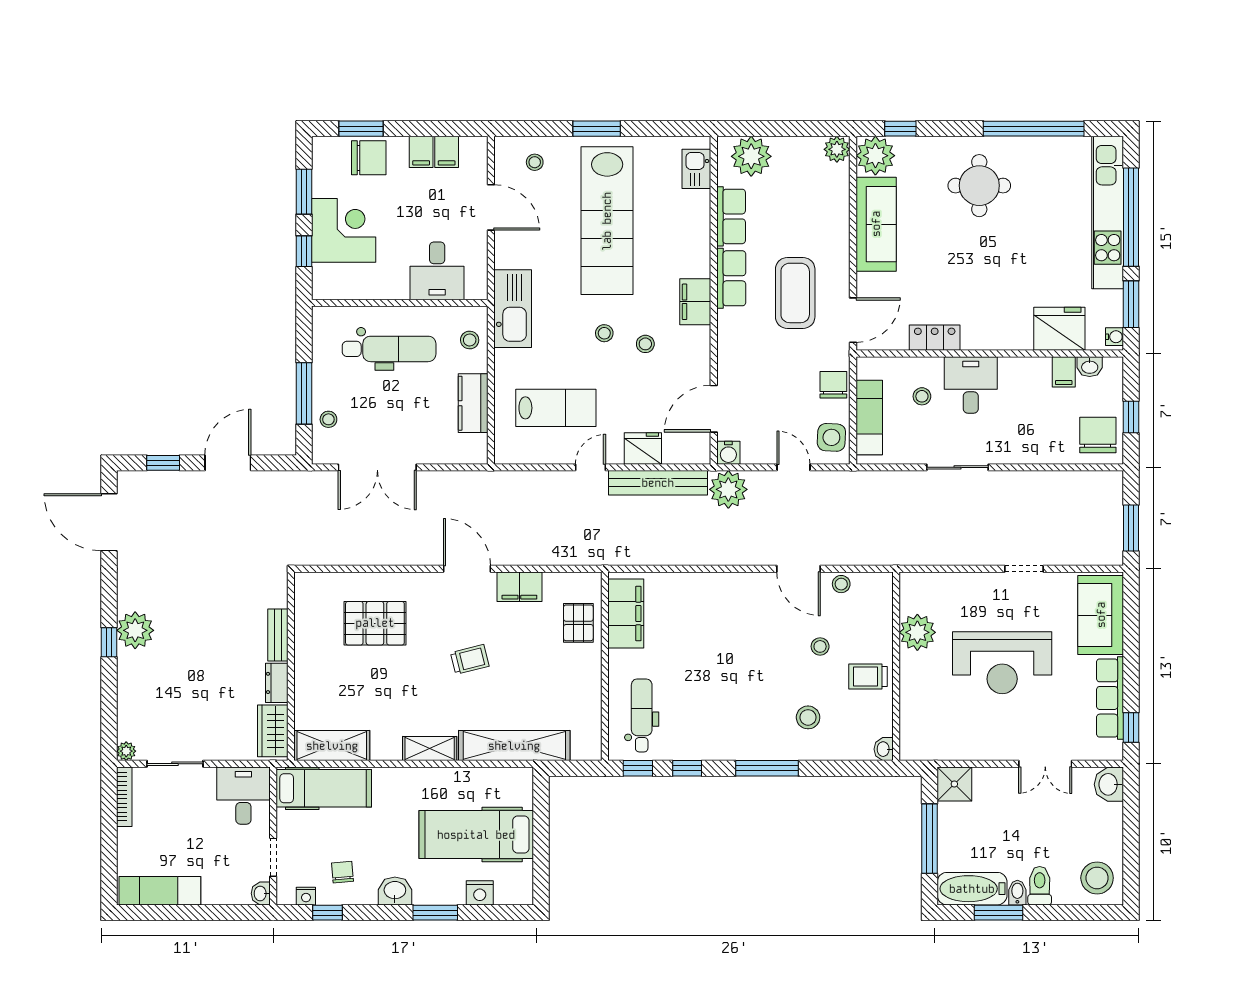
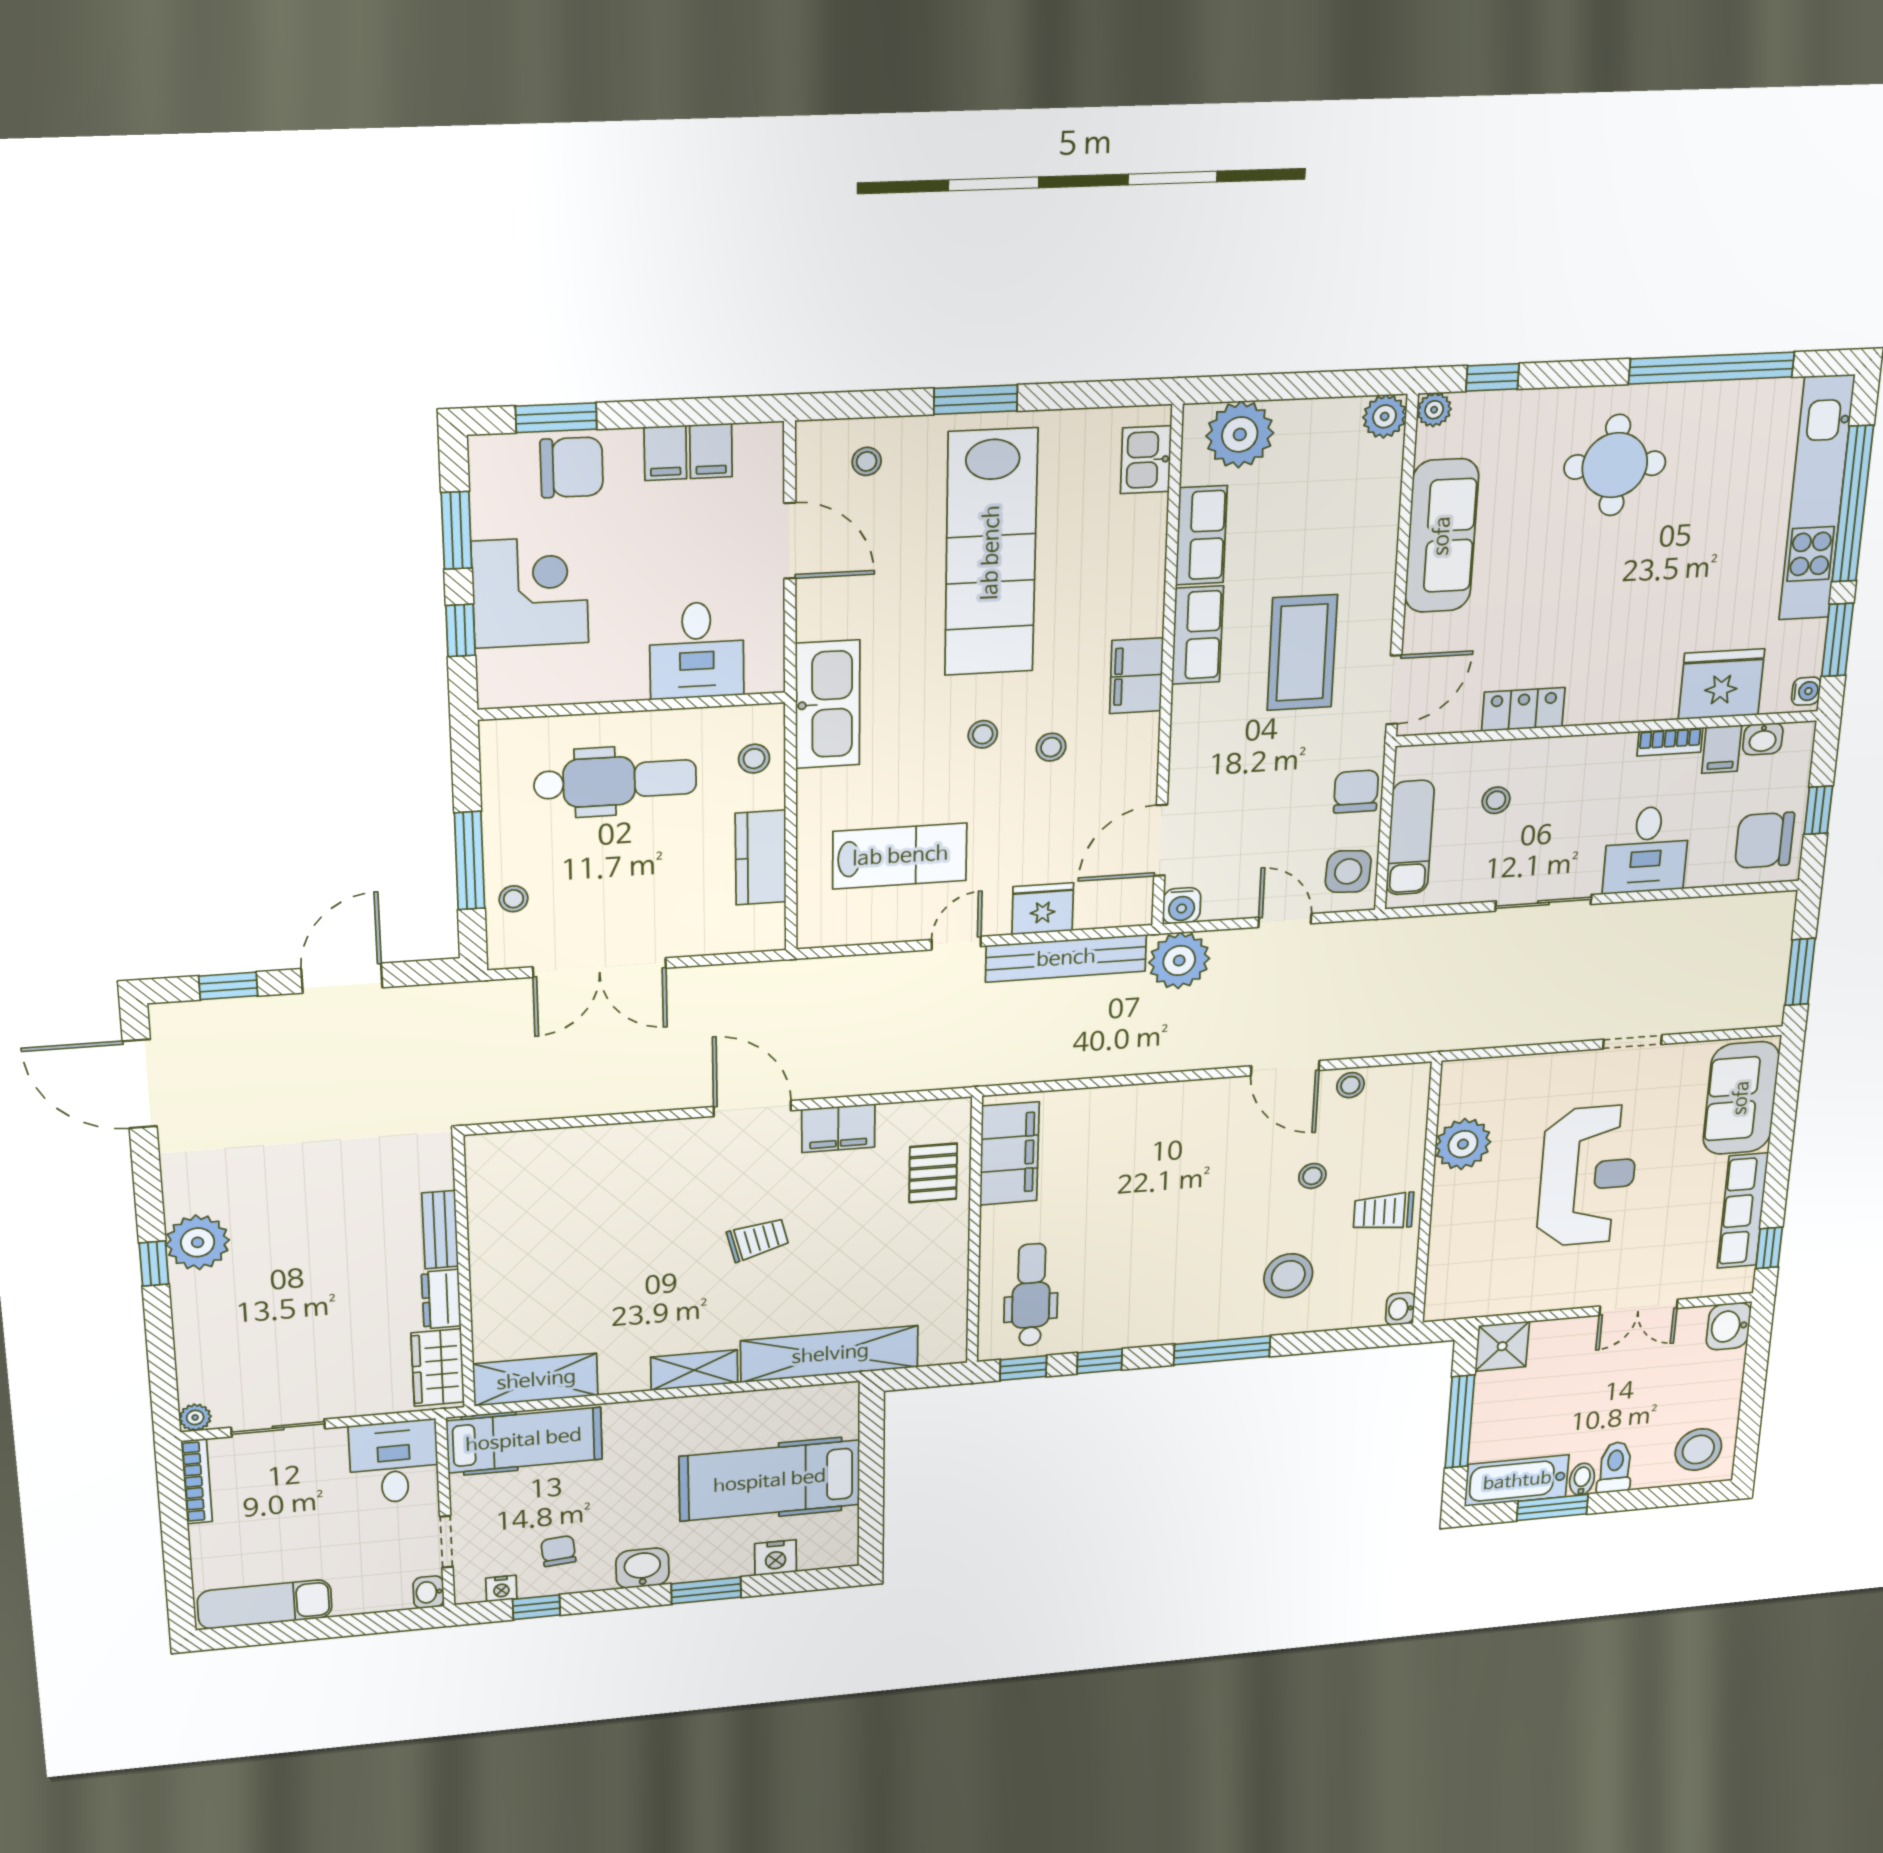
plant: (875, 156) -> (1434, 410), width x0.53, depth x0.53
bookcase: (1030, 365) -> (1670, 742), added
desk: (971, 385) -> (1646, 850), moved, turned 180
chair: (1098, 435) -> (1765, 840), turned -90
pallet: (375, 623) -> (601, 1200), removed
reception desk: (1002, 663) -> (1588, 1176), turned -90
stool: (808, 717) -> (1288, 1276), width x1.38, depth x1.38

